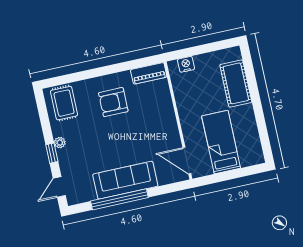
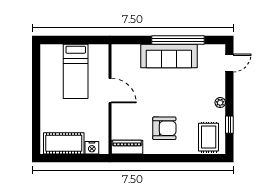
cot: (236, 83) -> (64, 143), moved, turned 90
window: (52, 153) -> (229, 125), moved
door: (187, 161) -> (110, 91), moved

